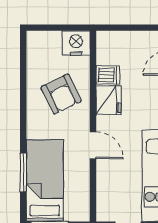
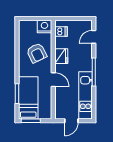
dishwasher: (108, 75) -> (61, 32), moved

